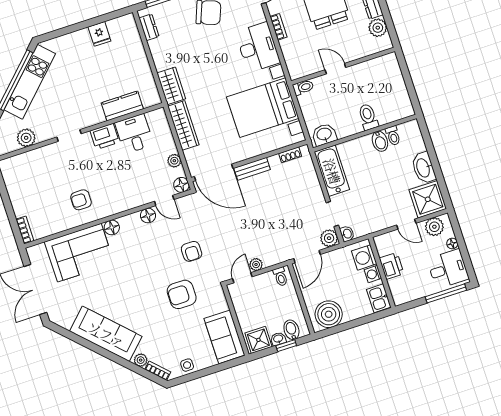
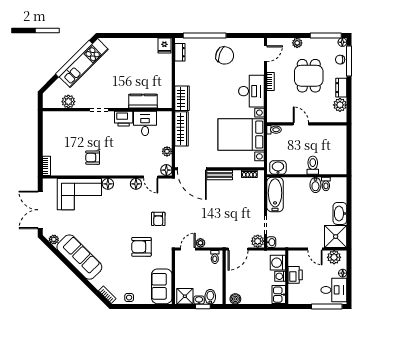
fridge: (99, 34) -> (164, 46), moved
boiler: (329, 314) -> (235, 299), width x0.54, depth x0.54
plant: (141, 360) -> (54, 239), moved

